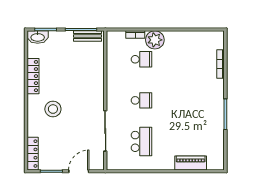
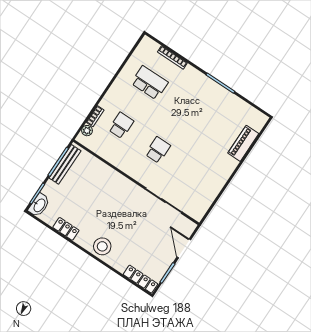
bench: (88, 36) -> (65, 164), width x1.36
plant: (155, 40) -> (87, 131), moved, width x0.53, depth x0.53
locker: (33, 76) -> (66, 229), width x0.66
stool: (53, 109) -> (102, 246), moved
school desk: (142, 141) -> (150, 83), moved

